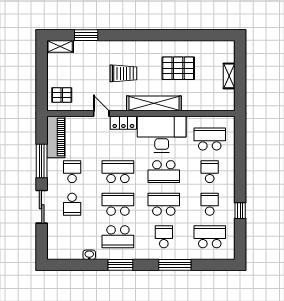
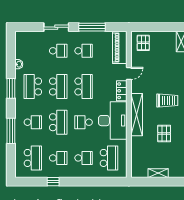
pallet: (178, 68) -> (164, 133), width x0.67, depth x0.71
trolley: (123, 73) -> (167, 101), moved, turned -90
piano: (56, 137) -> (120, 47), moved, turned 90
school desk: (164, 172) -> (84, 122), width x0.54
school desk: (72, 204) -> (58, 51), turned 180

